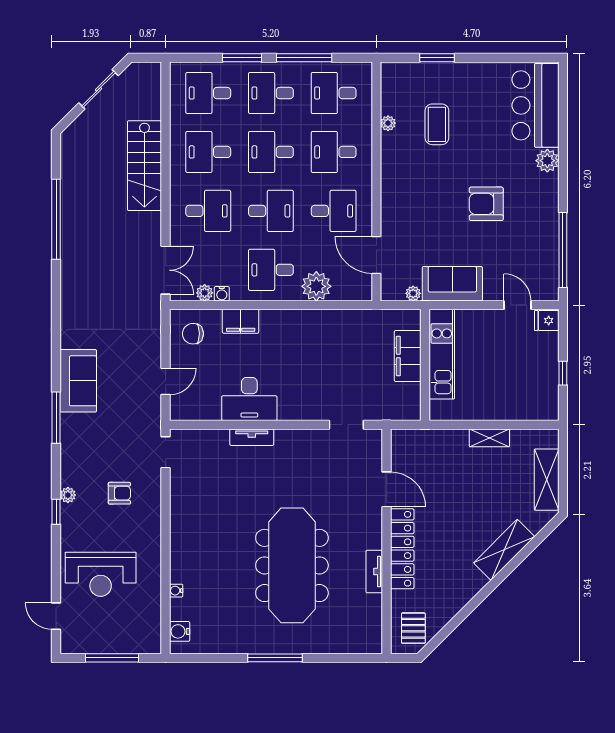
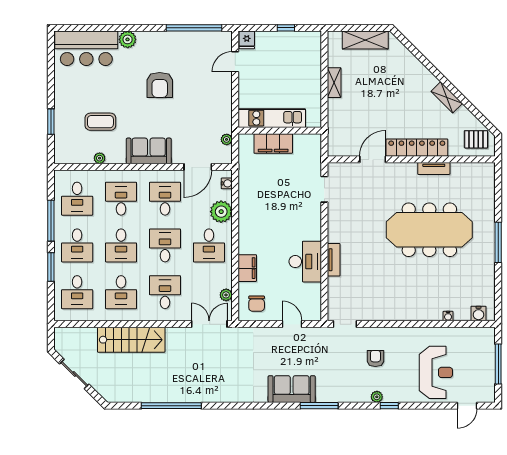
desk: (334, 152) -> (121, 199), turned 180
sofa: (452, 284) -> (149, 151), moved, turned 90
water cooler: (222, 294) -> (227, 183), moved
shelving: (504, 550) -> (447, 97), moved, width x0.67, depth x0.75

